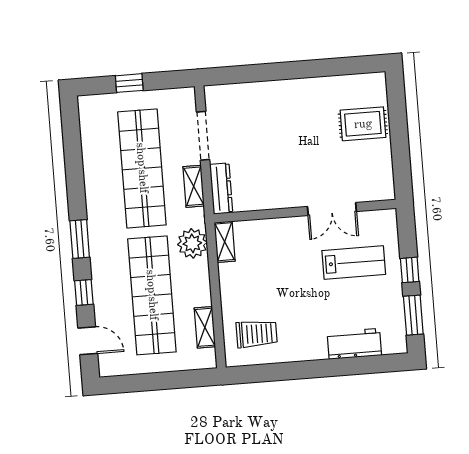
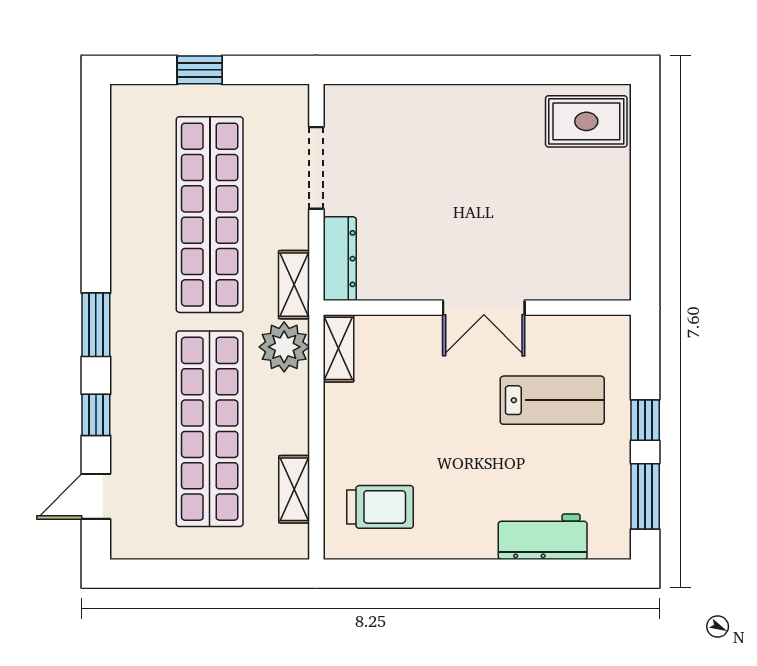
rug: (363, 124) -> (586, 121), moved
shelving: (194, 186) -> (294, 285), moved
double door: (332, 209) -> (484, 308), moved
door: (88, 341) -> (96, 496), swing flipped

